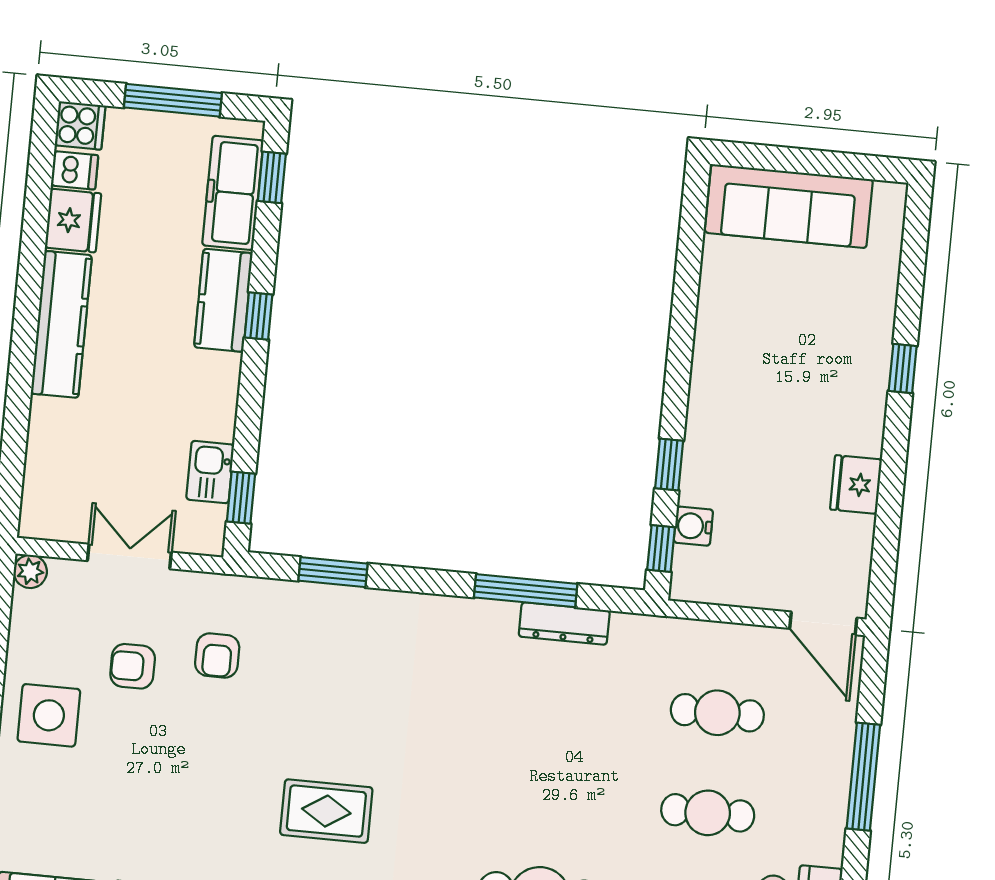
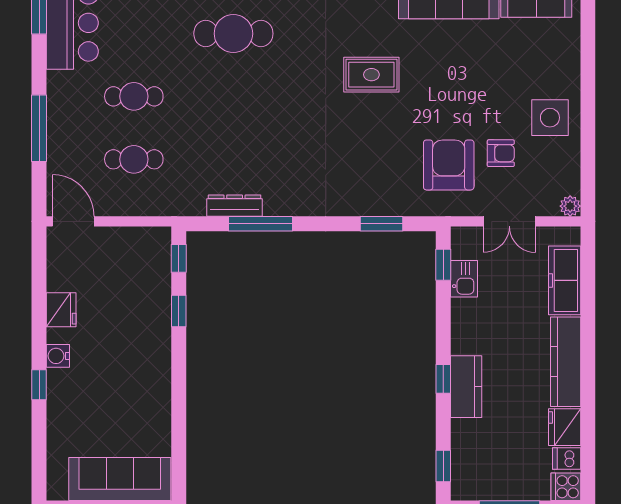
freezer: (233, 193) -> (565, 280), moved, turned 180
water cooler: (693, 526) -> (58, 356), moved, turned 180
armchair: (217, 655) -> (449, 165), width x1.88, depth x1.88

